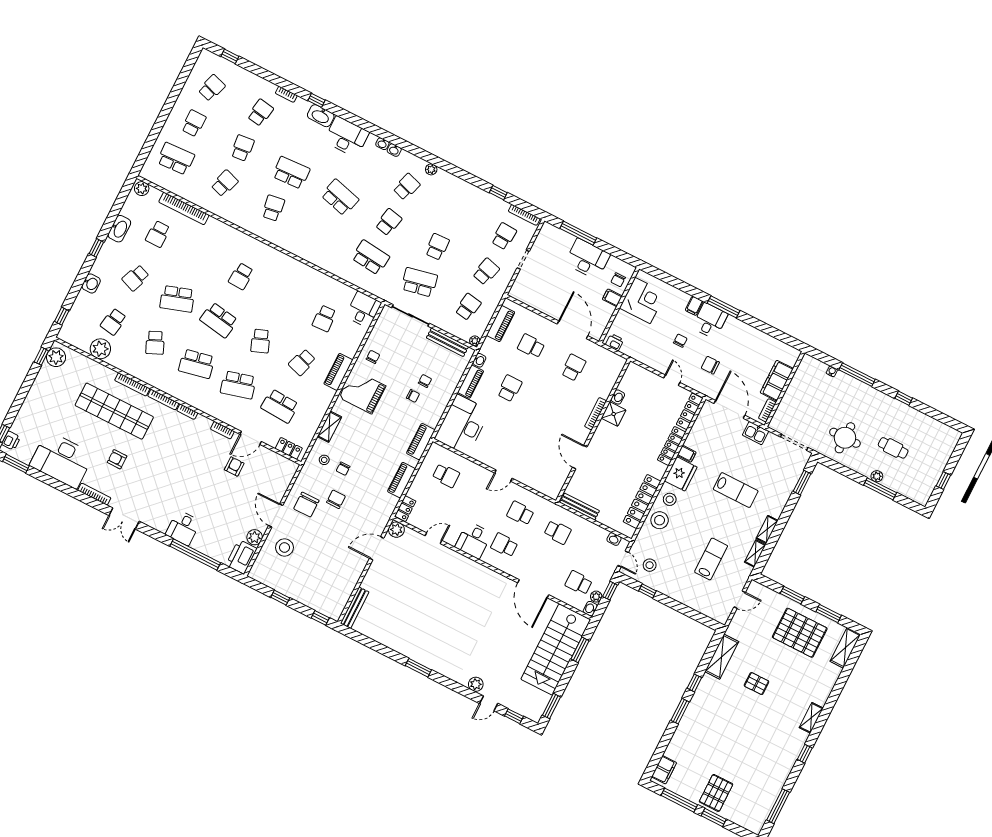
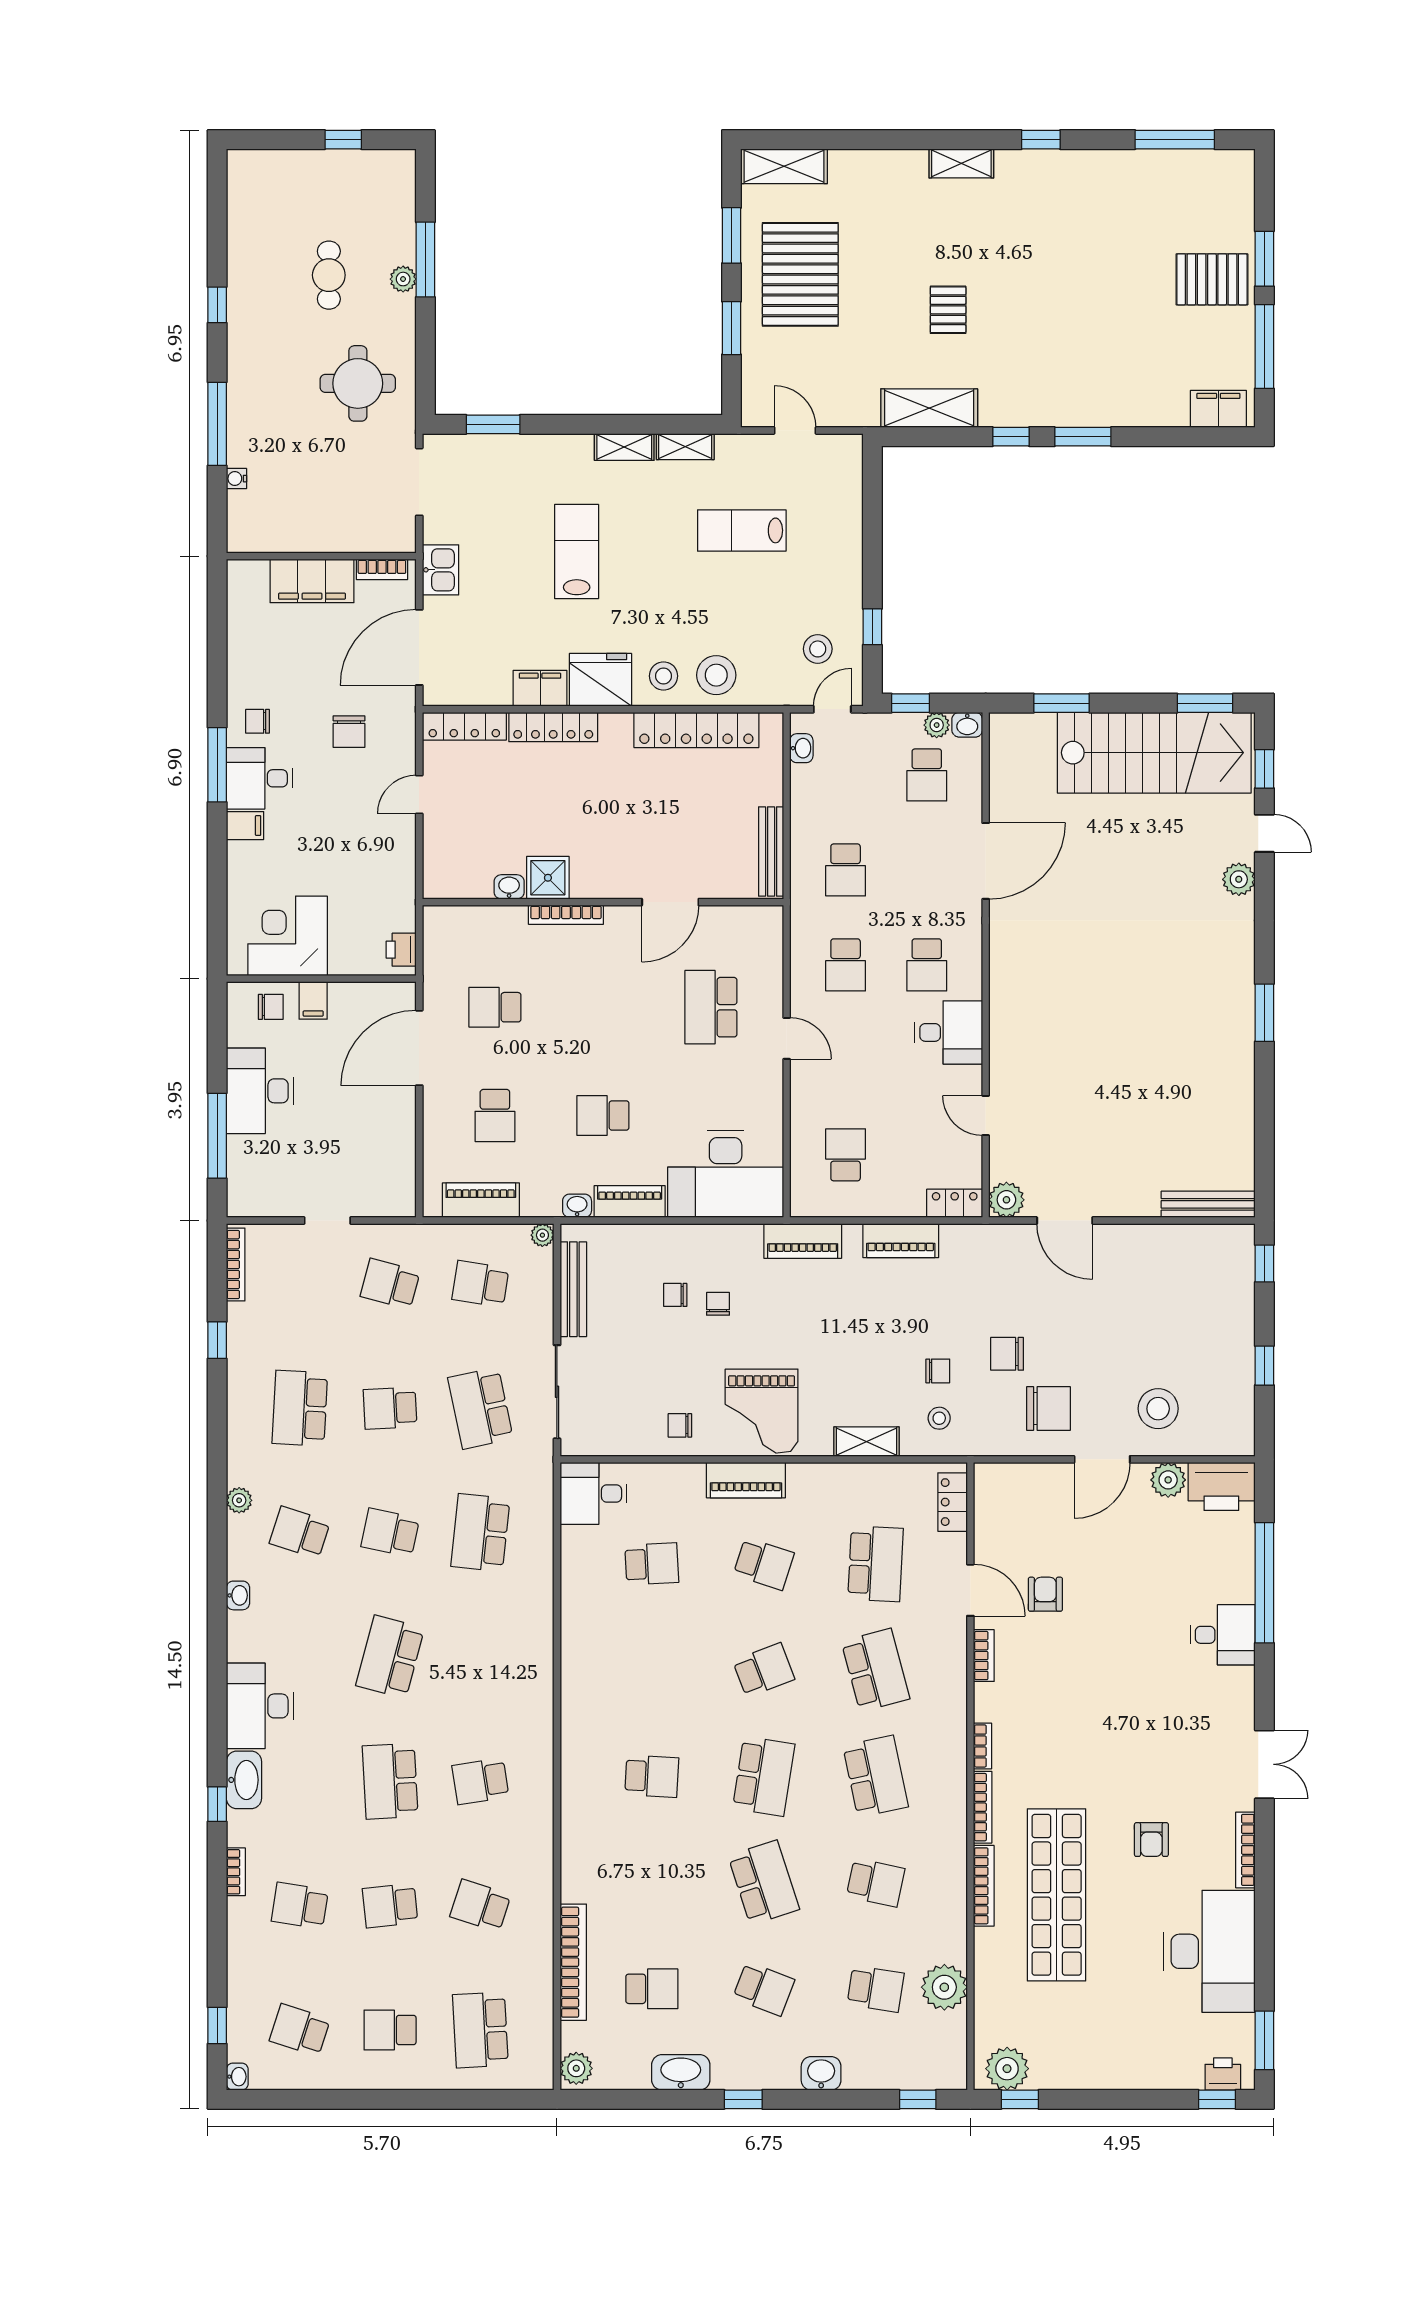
washbasin: (382, 144) -> (237, 2077), moved
school desk: (504, 236) -> (300, 1408), moved, width x1.85
chair: (680, 341) -> (257, 721), moved
school desk: (155, 343) -> (876, 1883), turned 36
school desk: (531, 452) -> (711, 1007), added
filing cabinet: (687, 454) -> (540, 688), width x2.00
armchair: (234, 466) -> (1045, 1594), turned 90
school desk: (558, 532) -> (846, 870), turned 180
stairs: (556, 649) -> (1154, 753), moved

